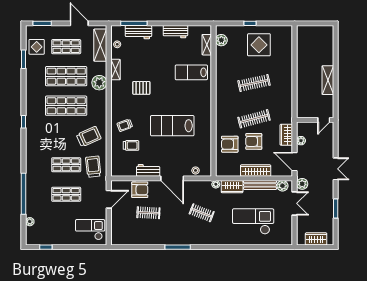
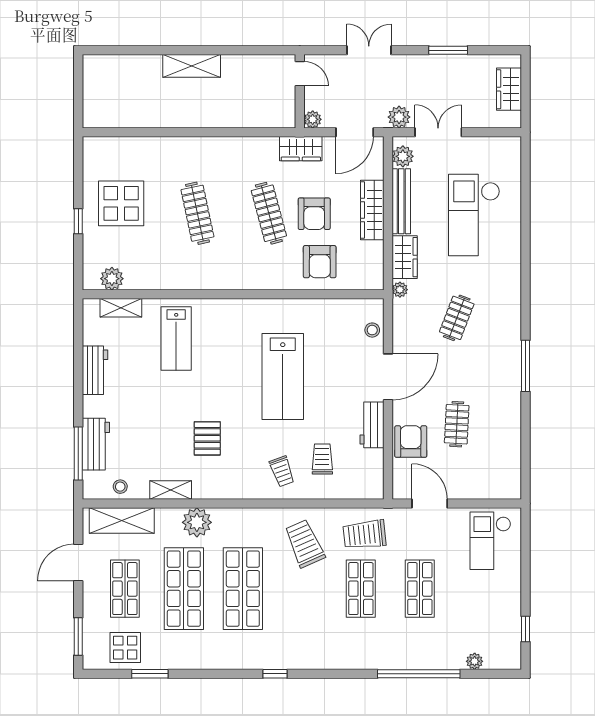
wall: (315, 120) -> (300, 91), moved
door: (324, 120) -> (300, 74), moved

